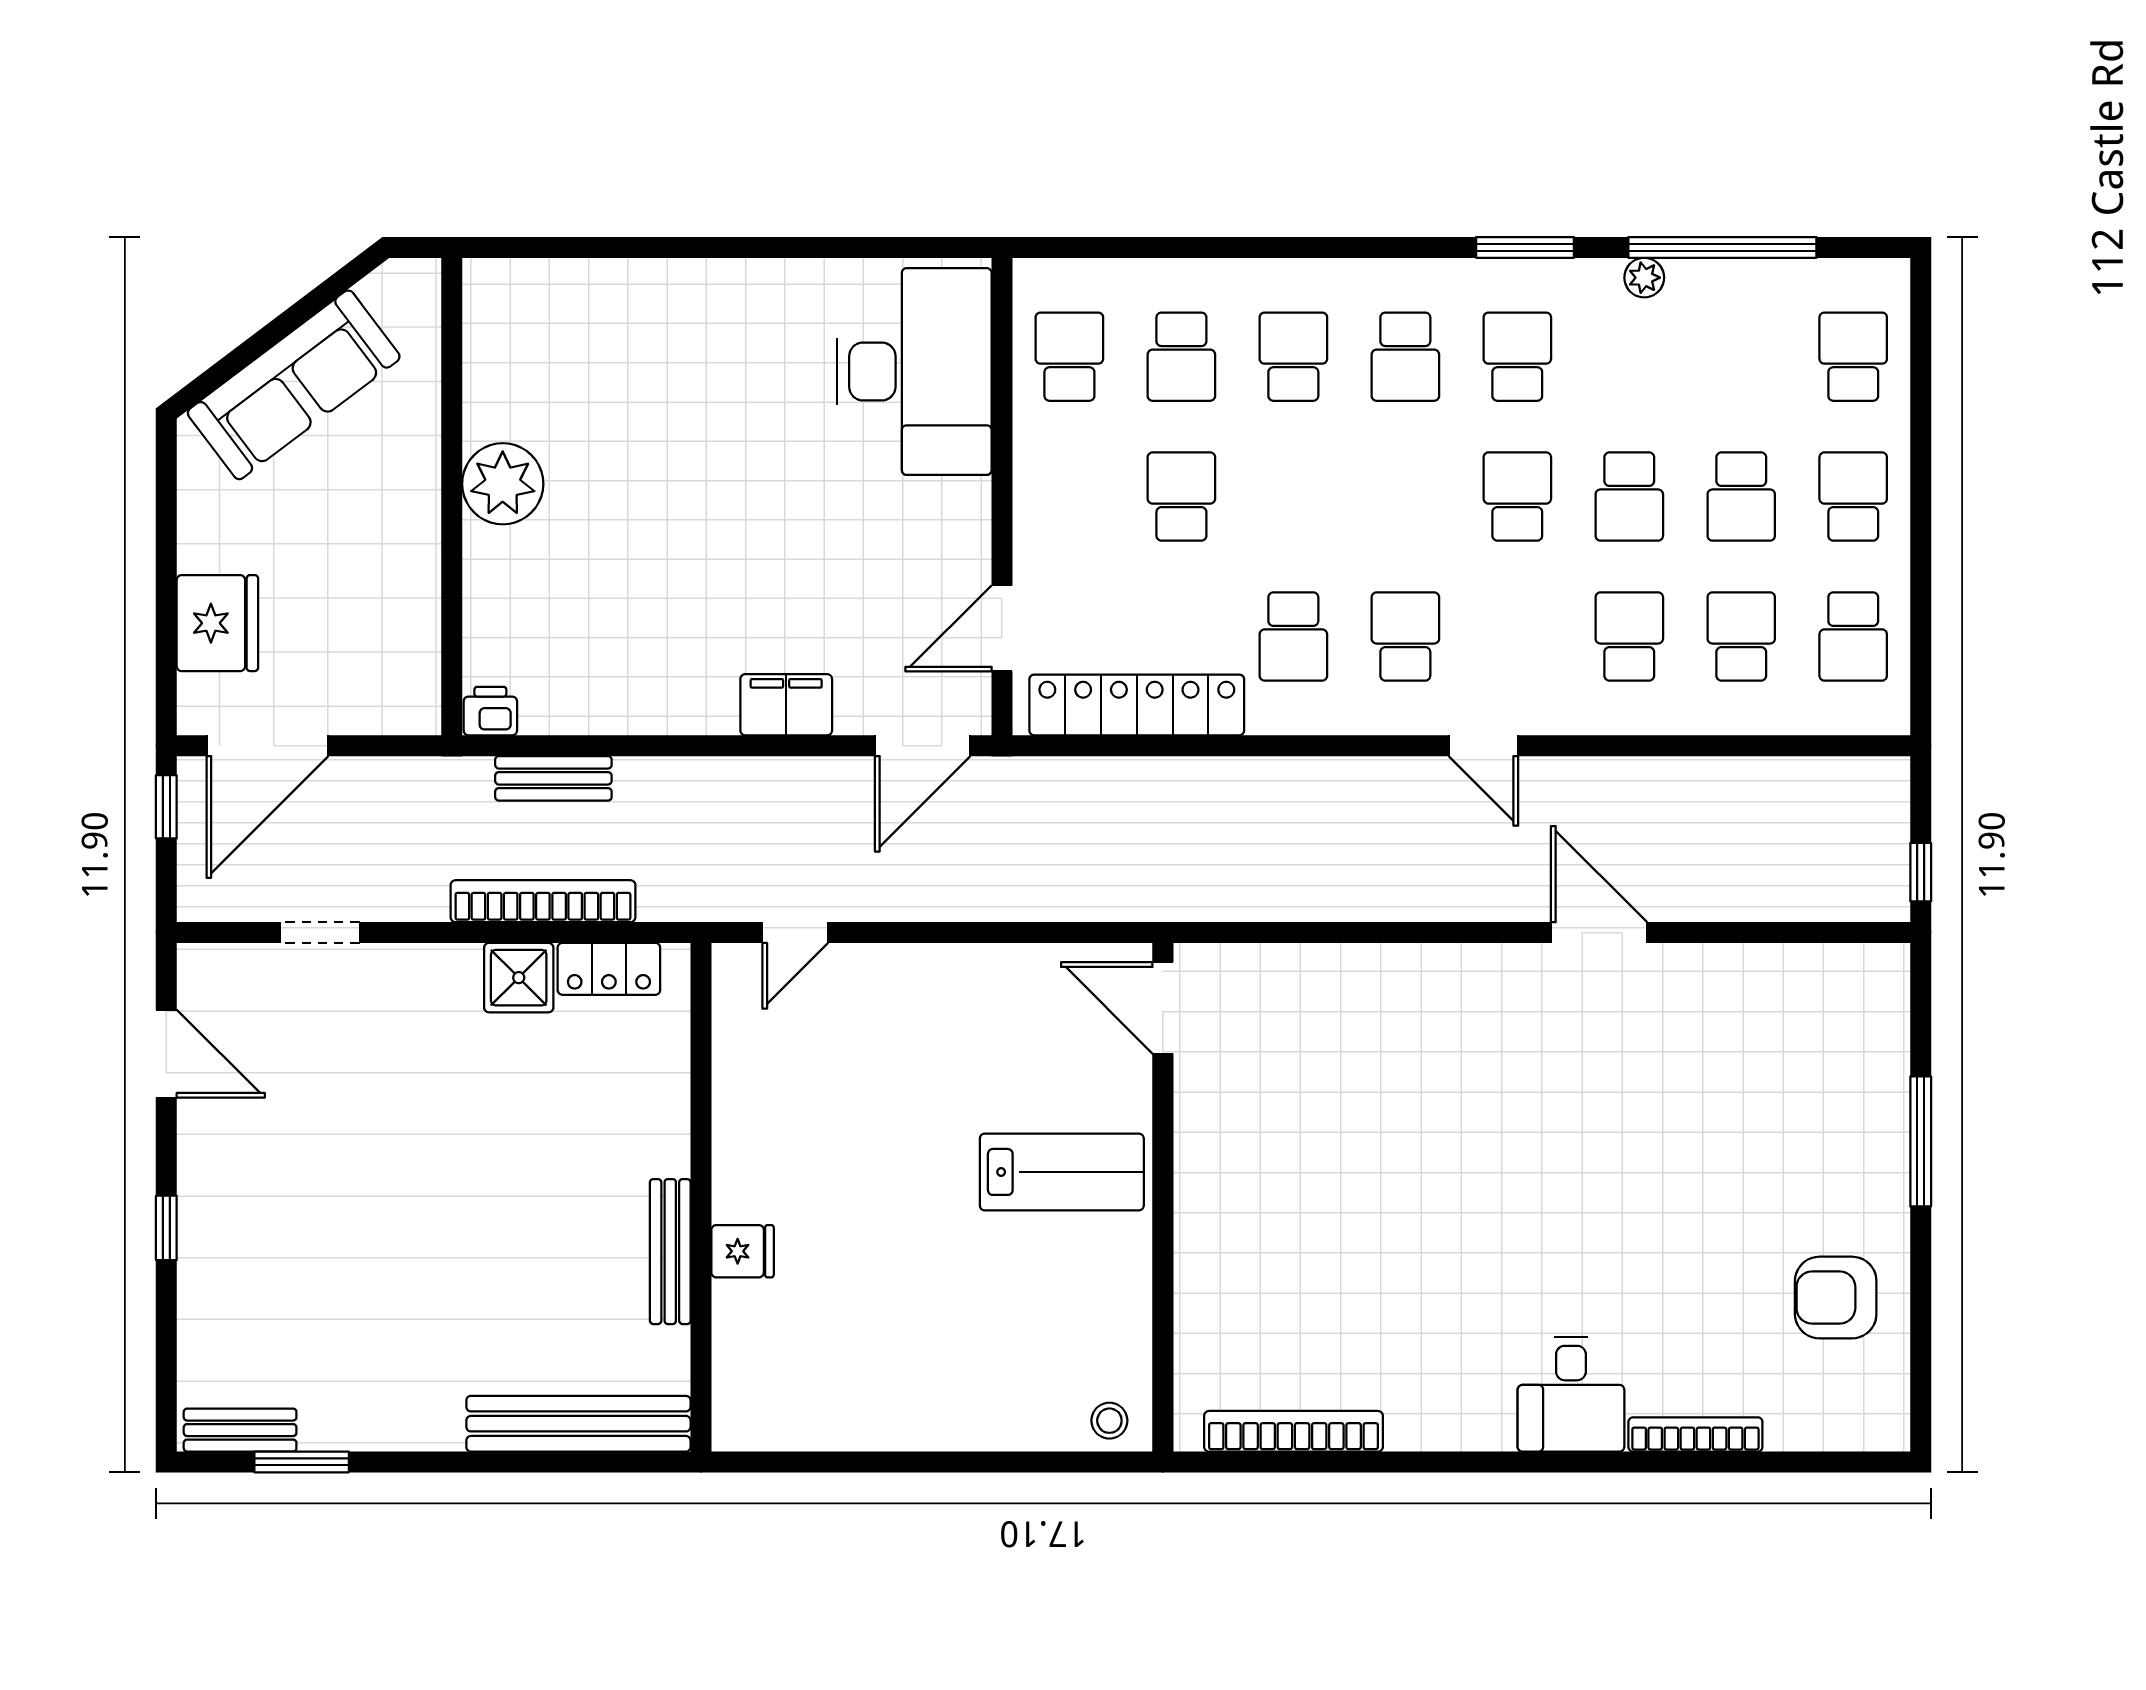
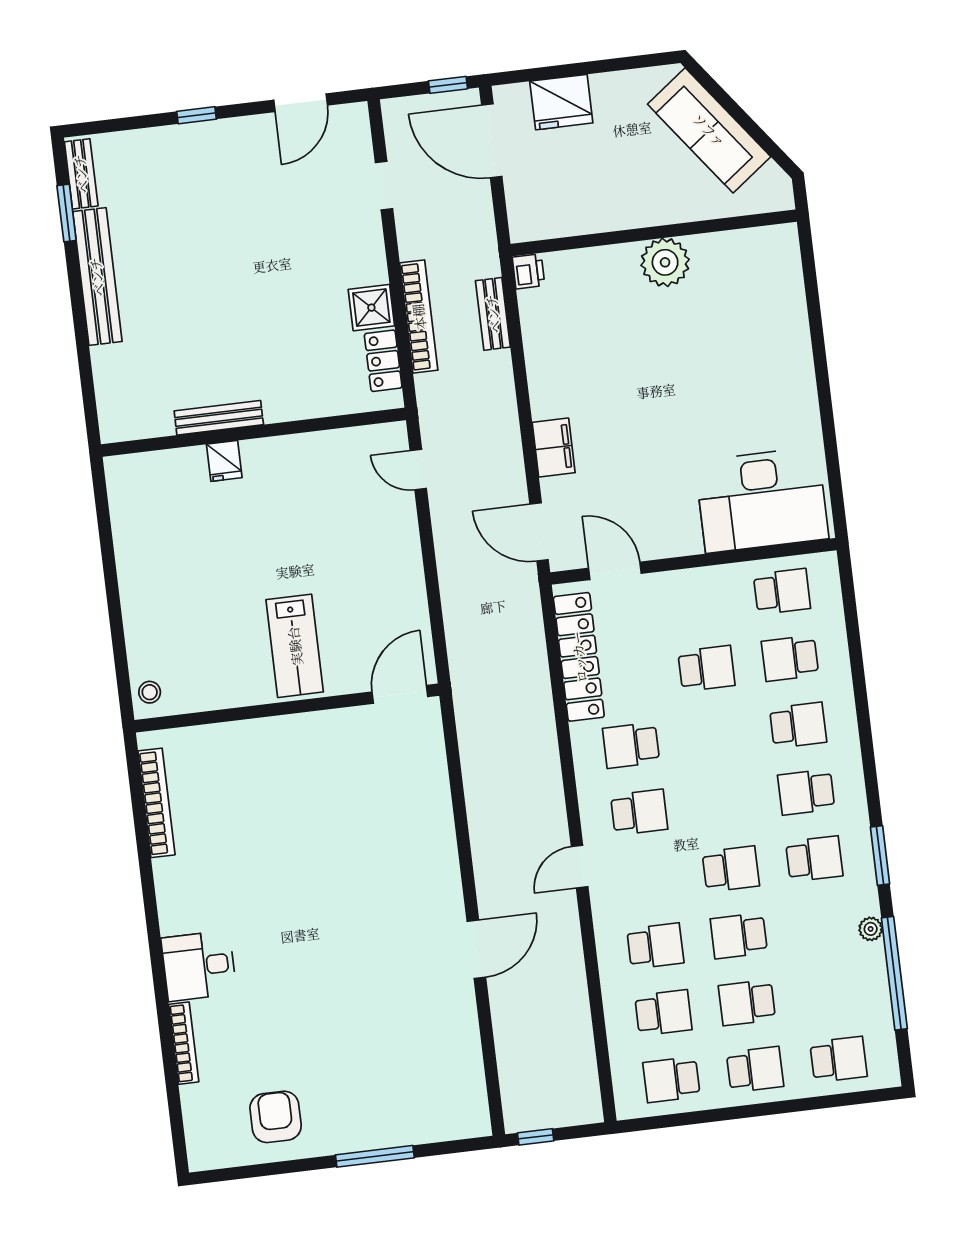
bench: (578, 1424) -> (97, 277), moved

